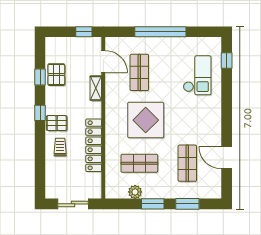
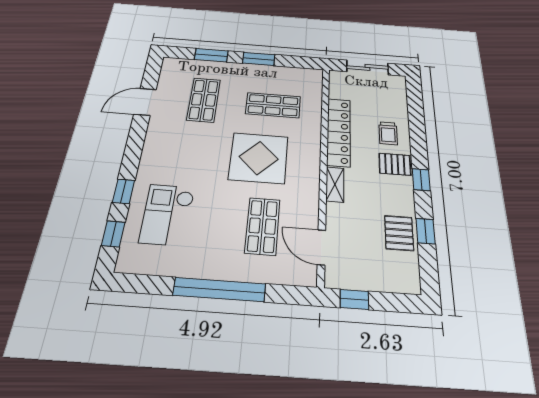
shelving: (96, 88) -> (335, 184), moved
window: (227, 89) -> (124, 191), added
door: (227, 158) -> (145, 102), swing flipped
plant: (135, 192) -> (282, 74), removed

